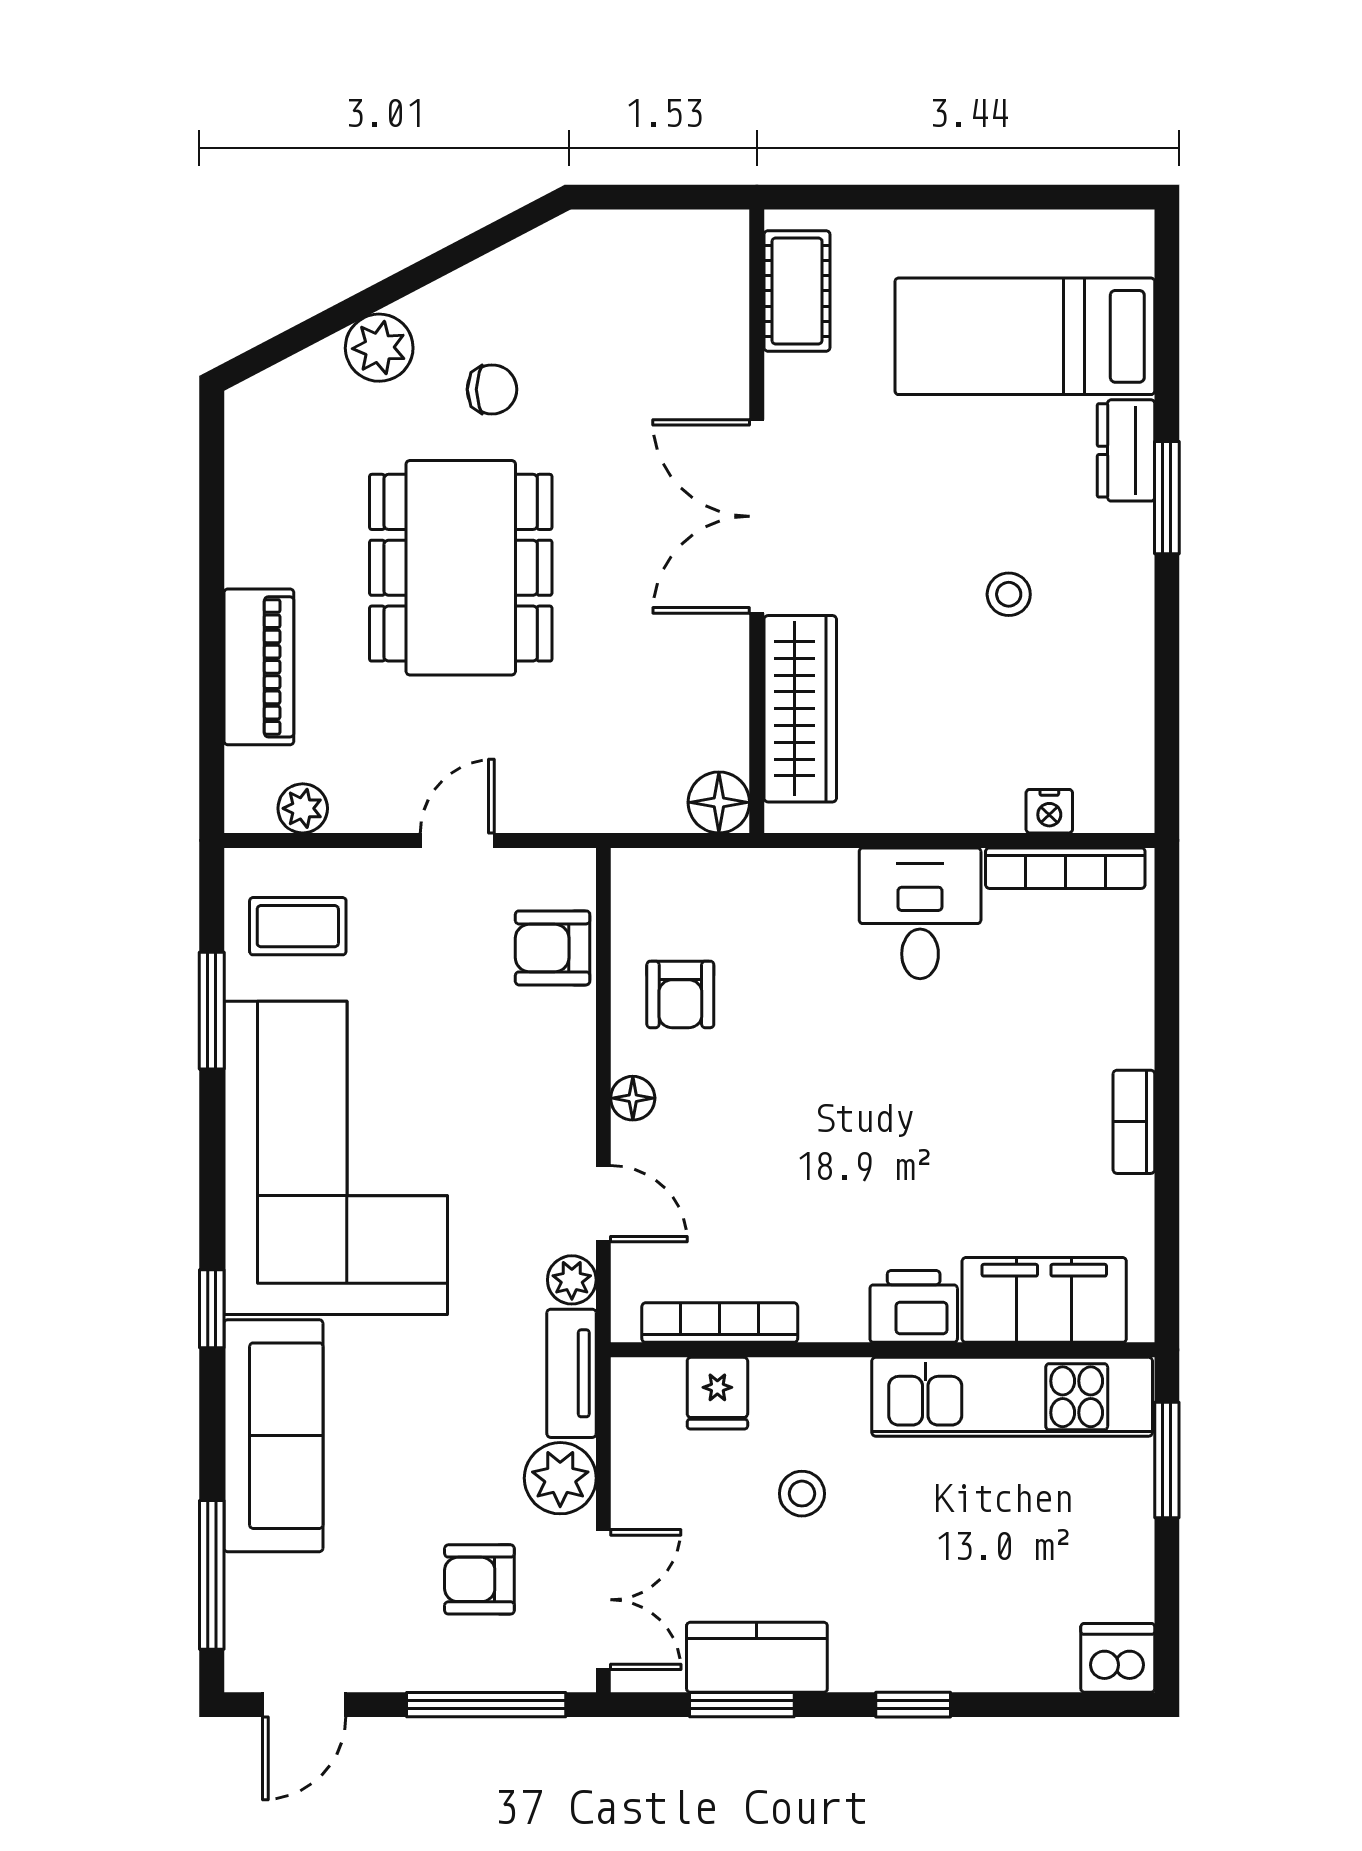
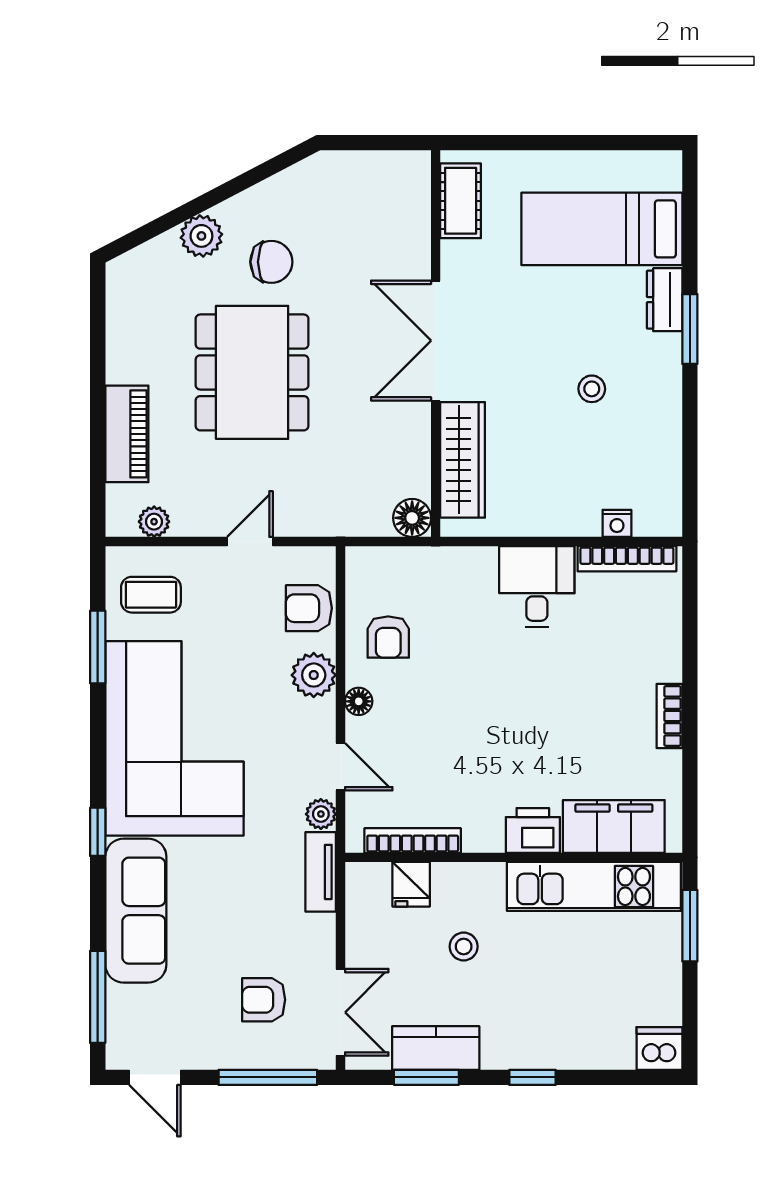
chair: (492, 389) -> (271, 262), width x1.37, depth x1.37
plant: (560, 1478) -> (314, 675), moved
door: (304, 1705) -> (155, 1077), hinge flipped

